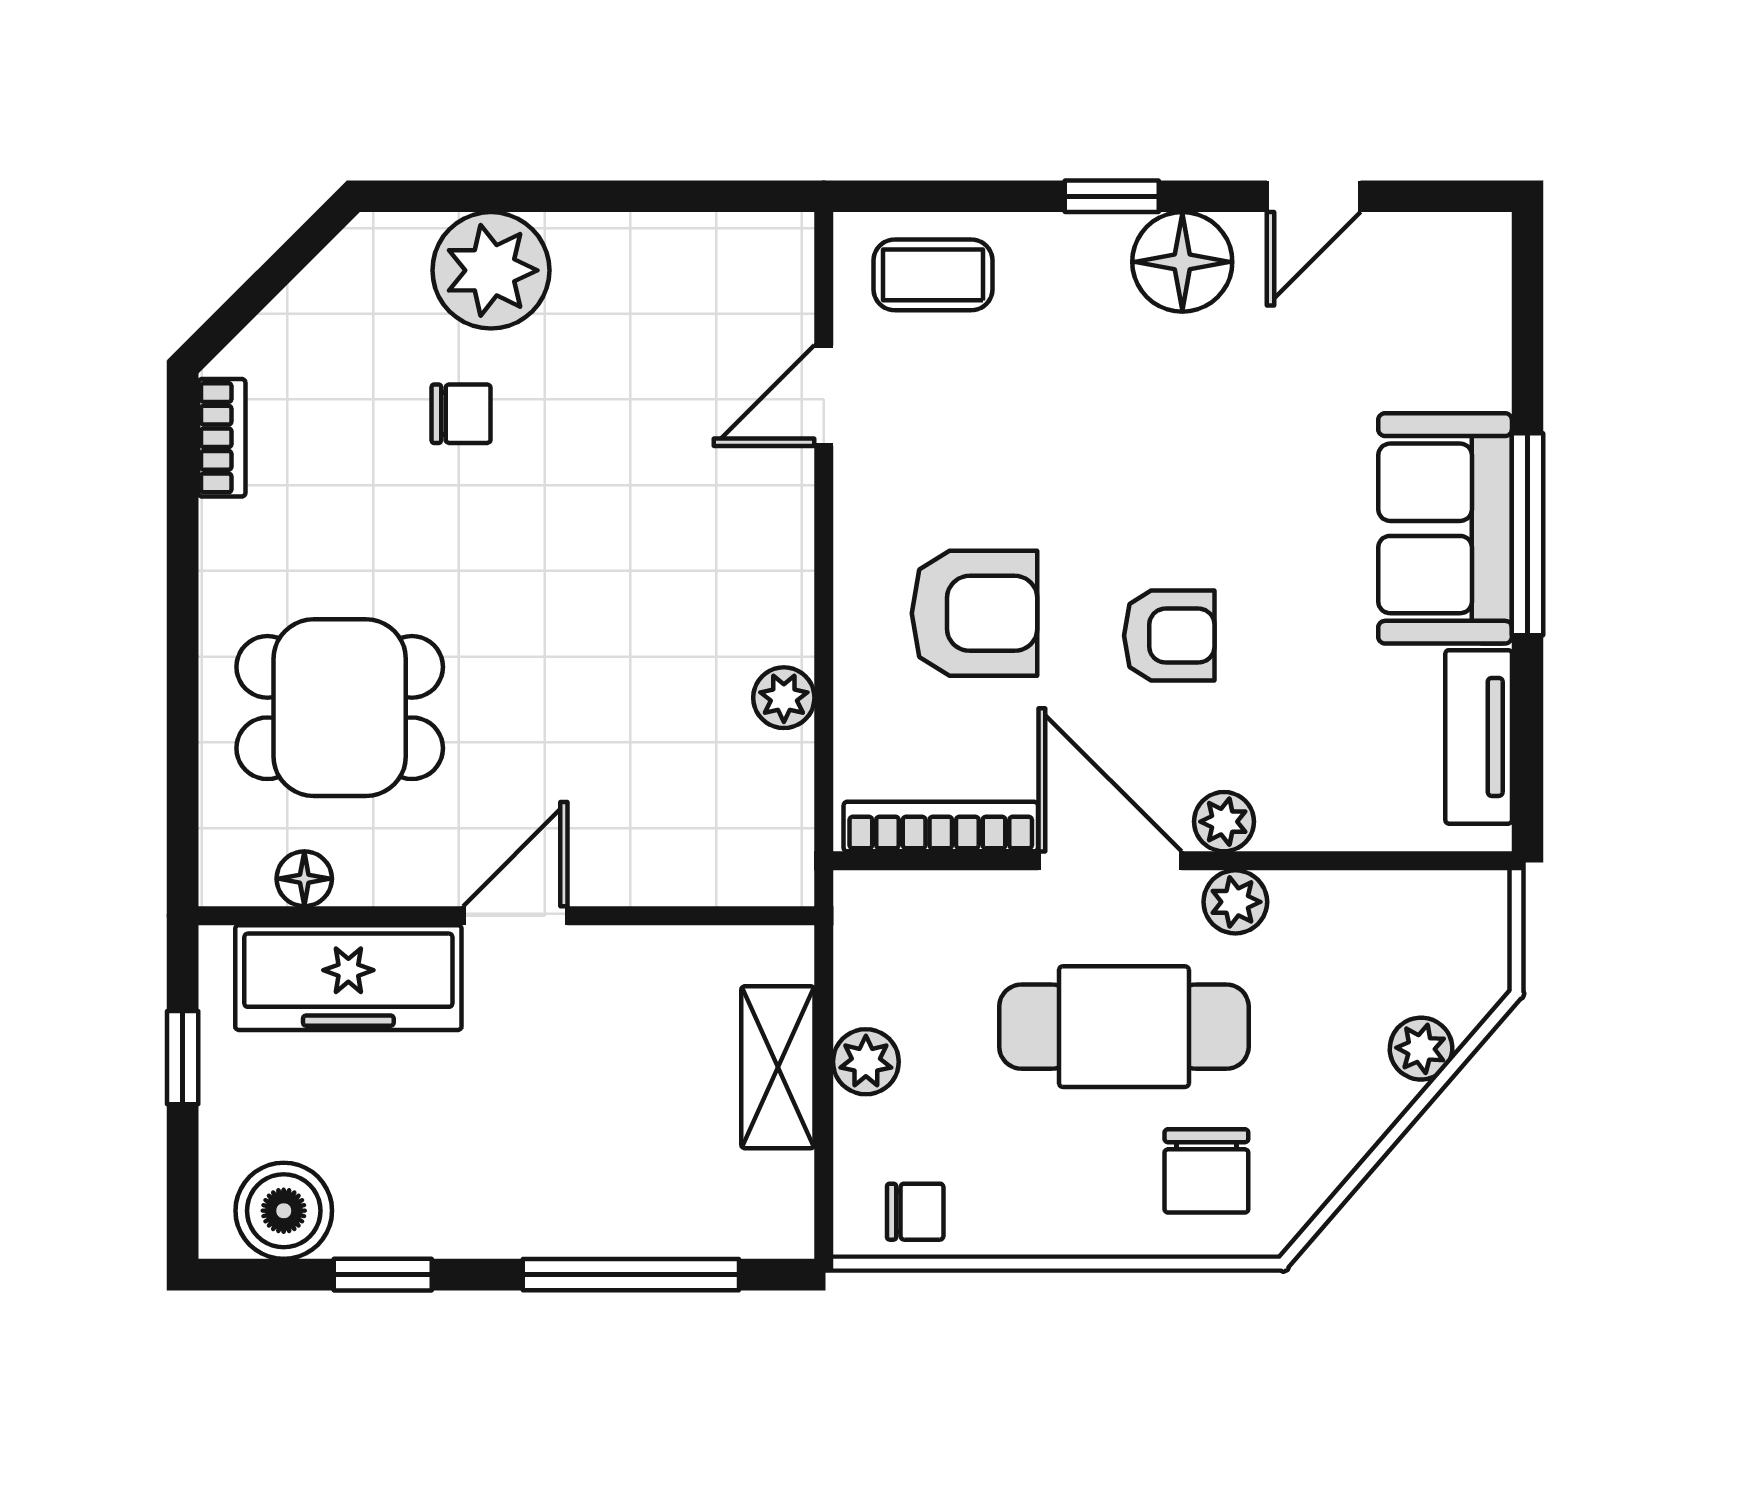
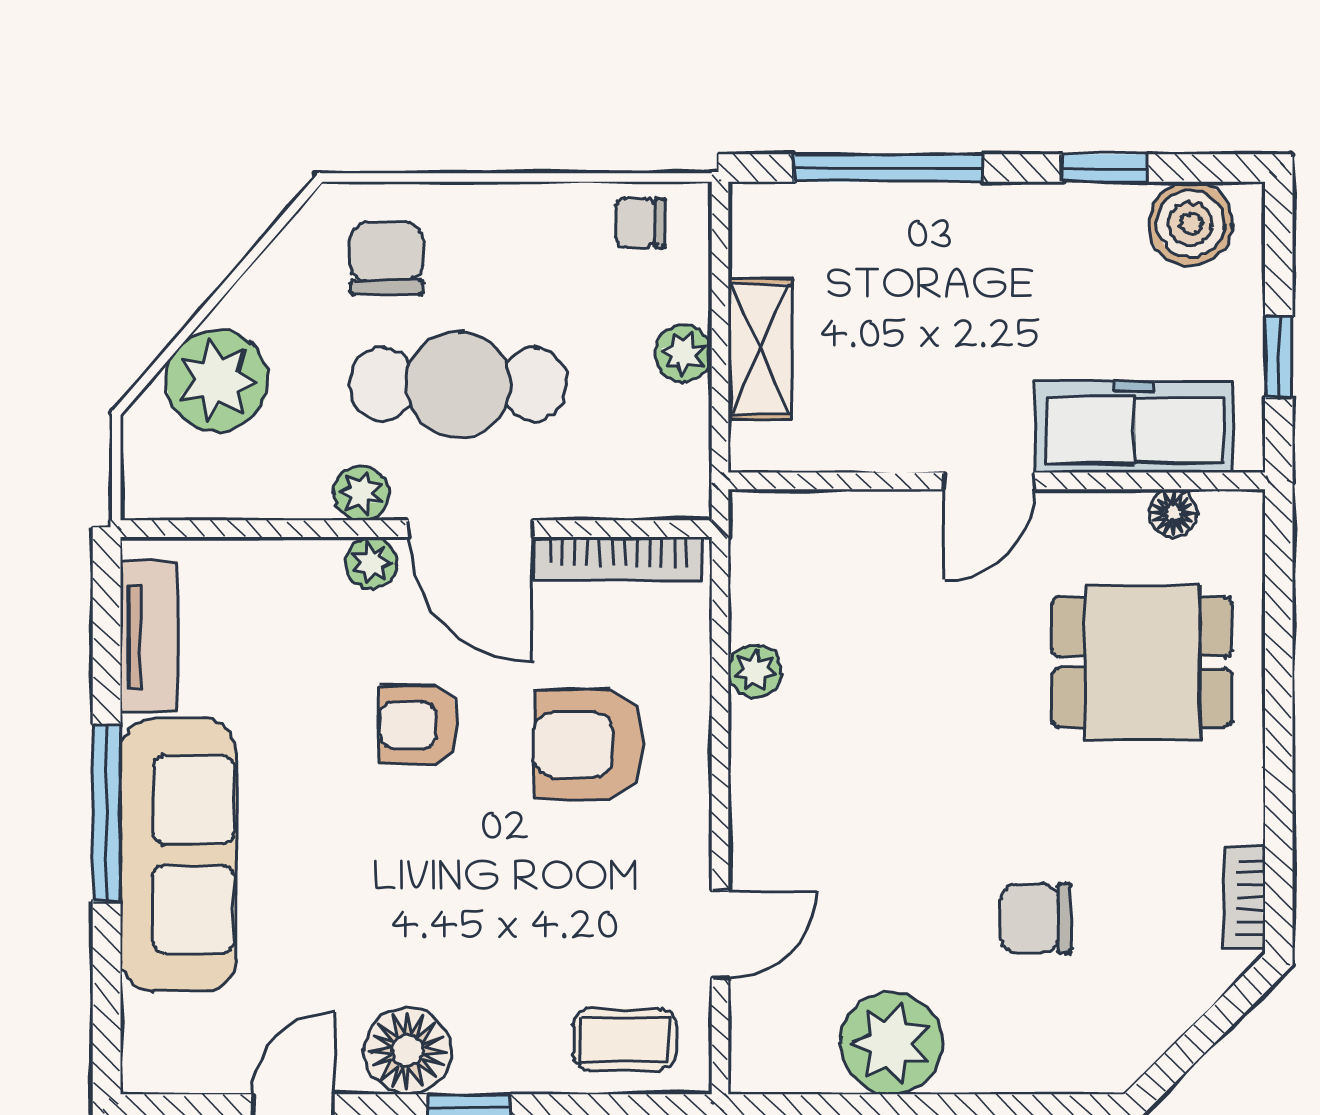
plant: (491, 270) -> (892, 1043), moved
chair: (461, 414) -> (1036, 918), width x1.37, depth x1.37
sofa: (1445, 528) -> (178, 855), width x1.36
plant: (1421, 1049) -> (217, 381), width x1.88, depth x1.88

